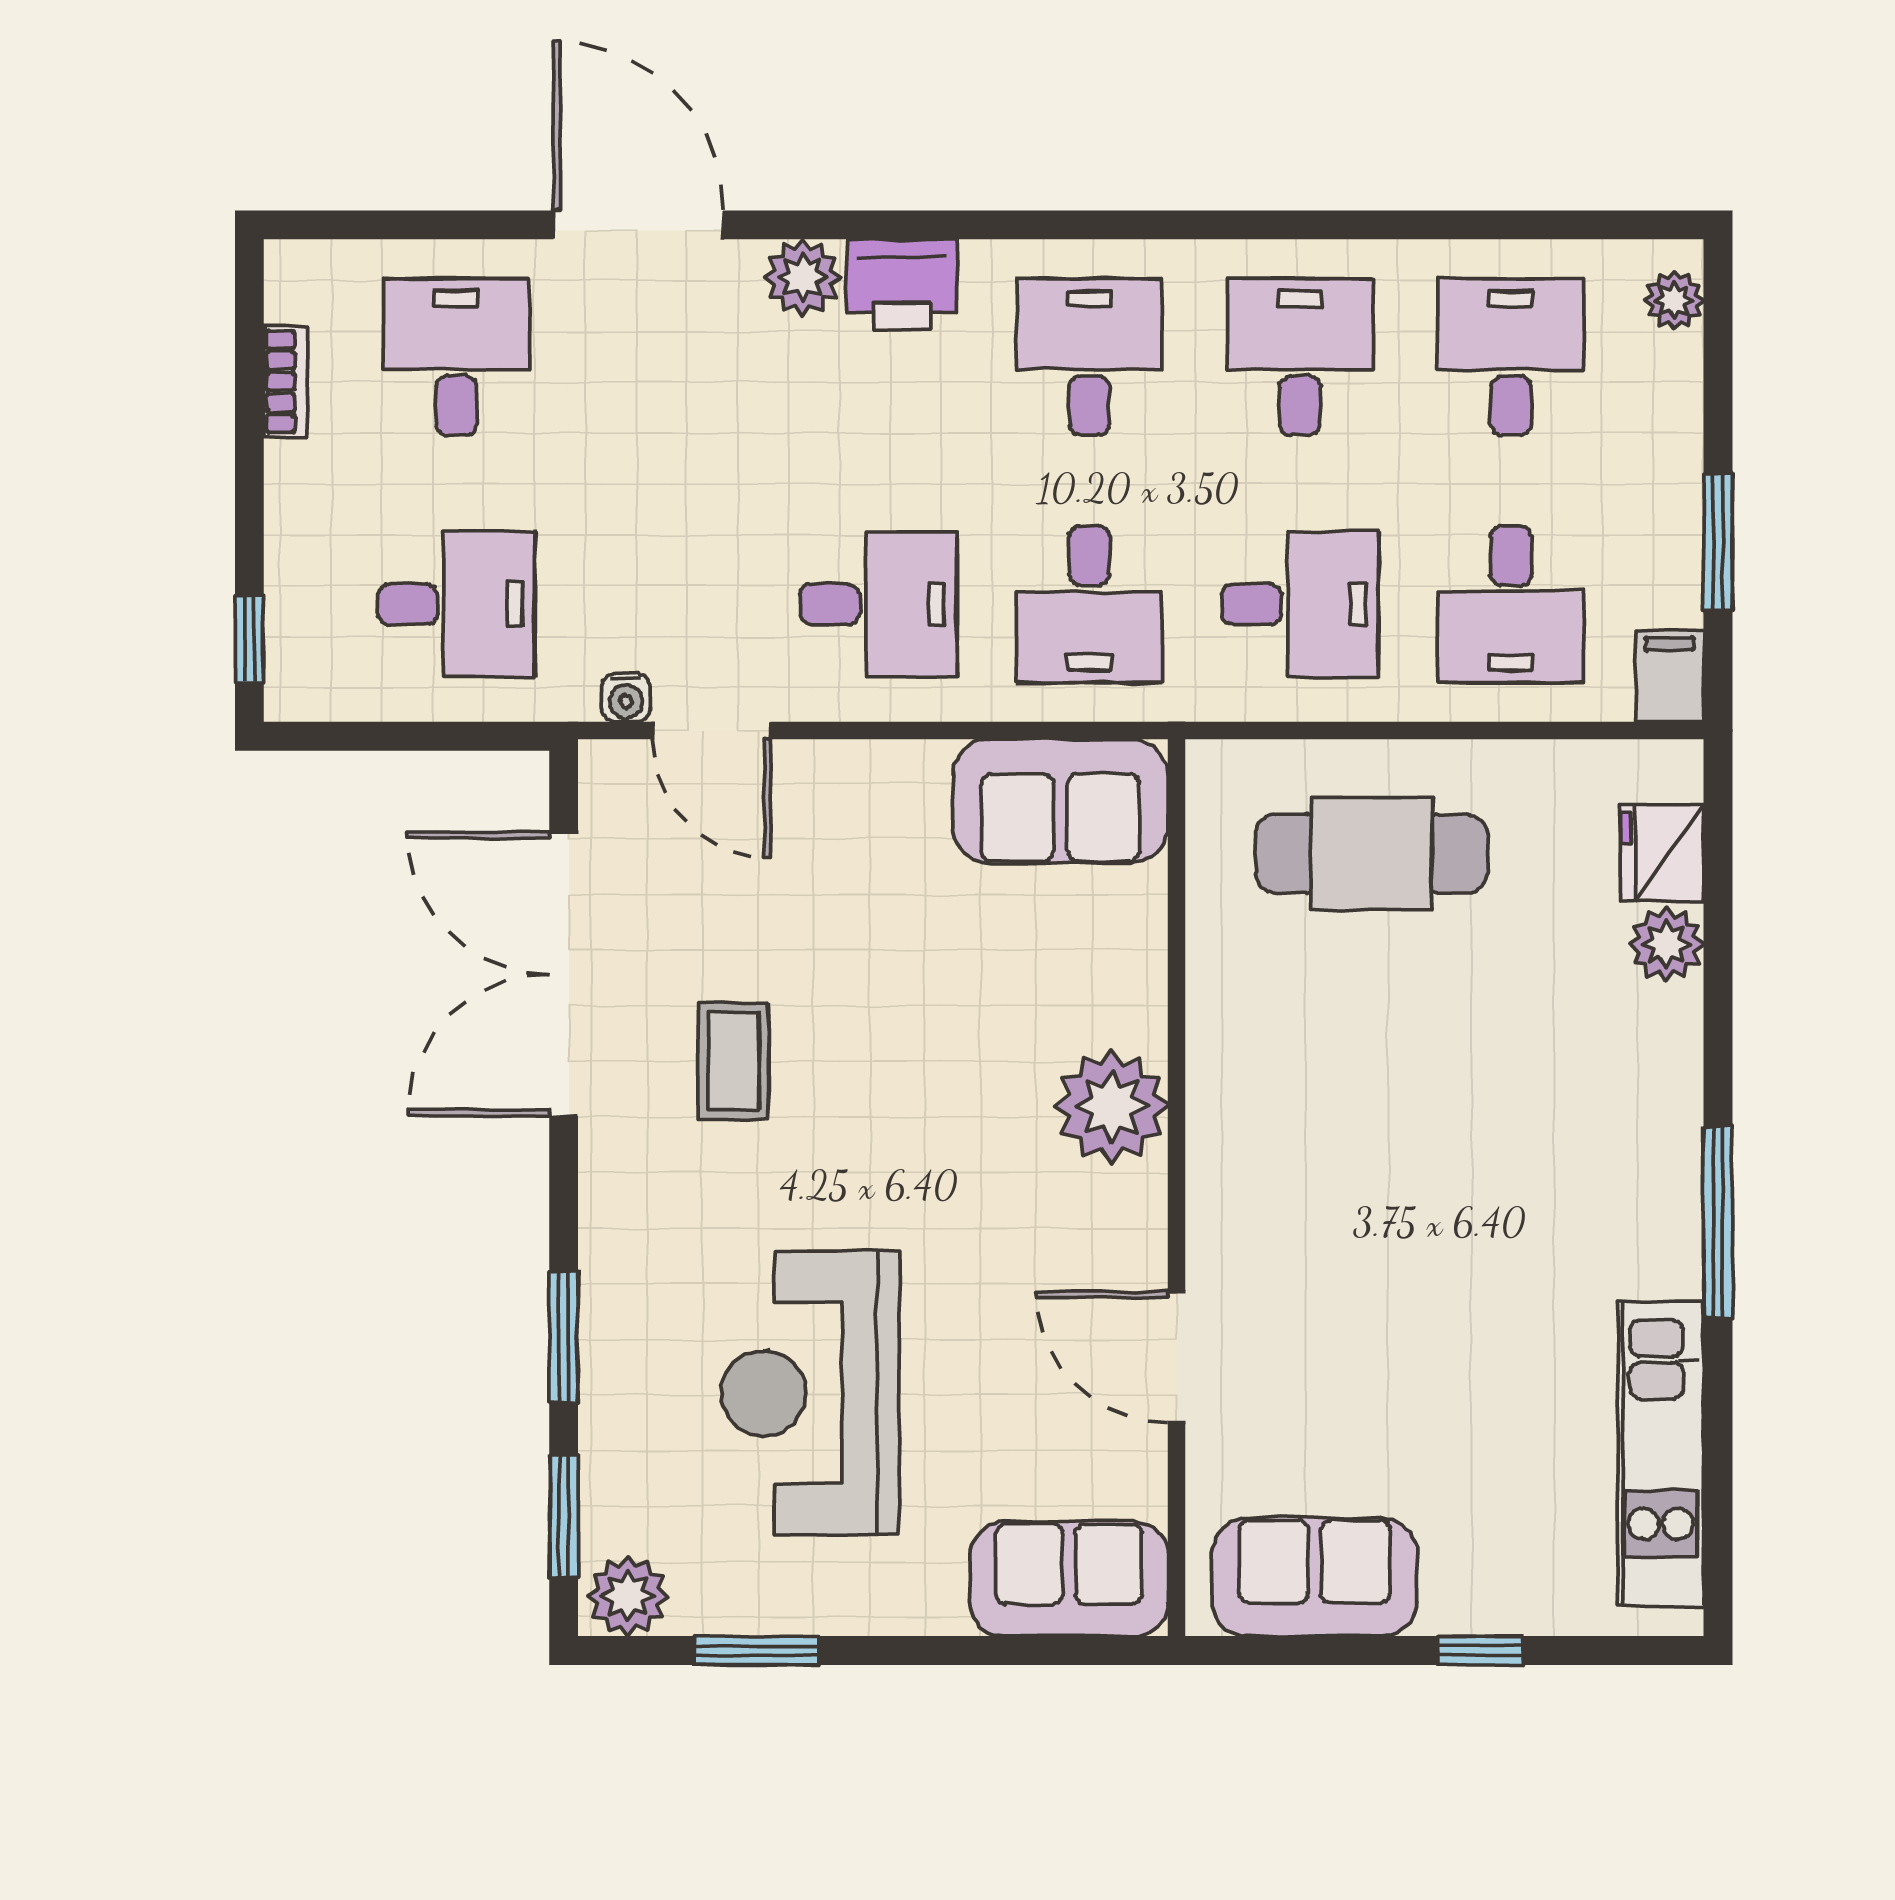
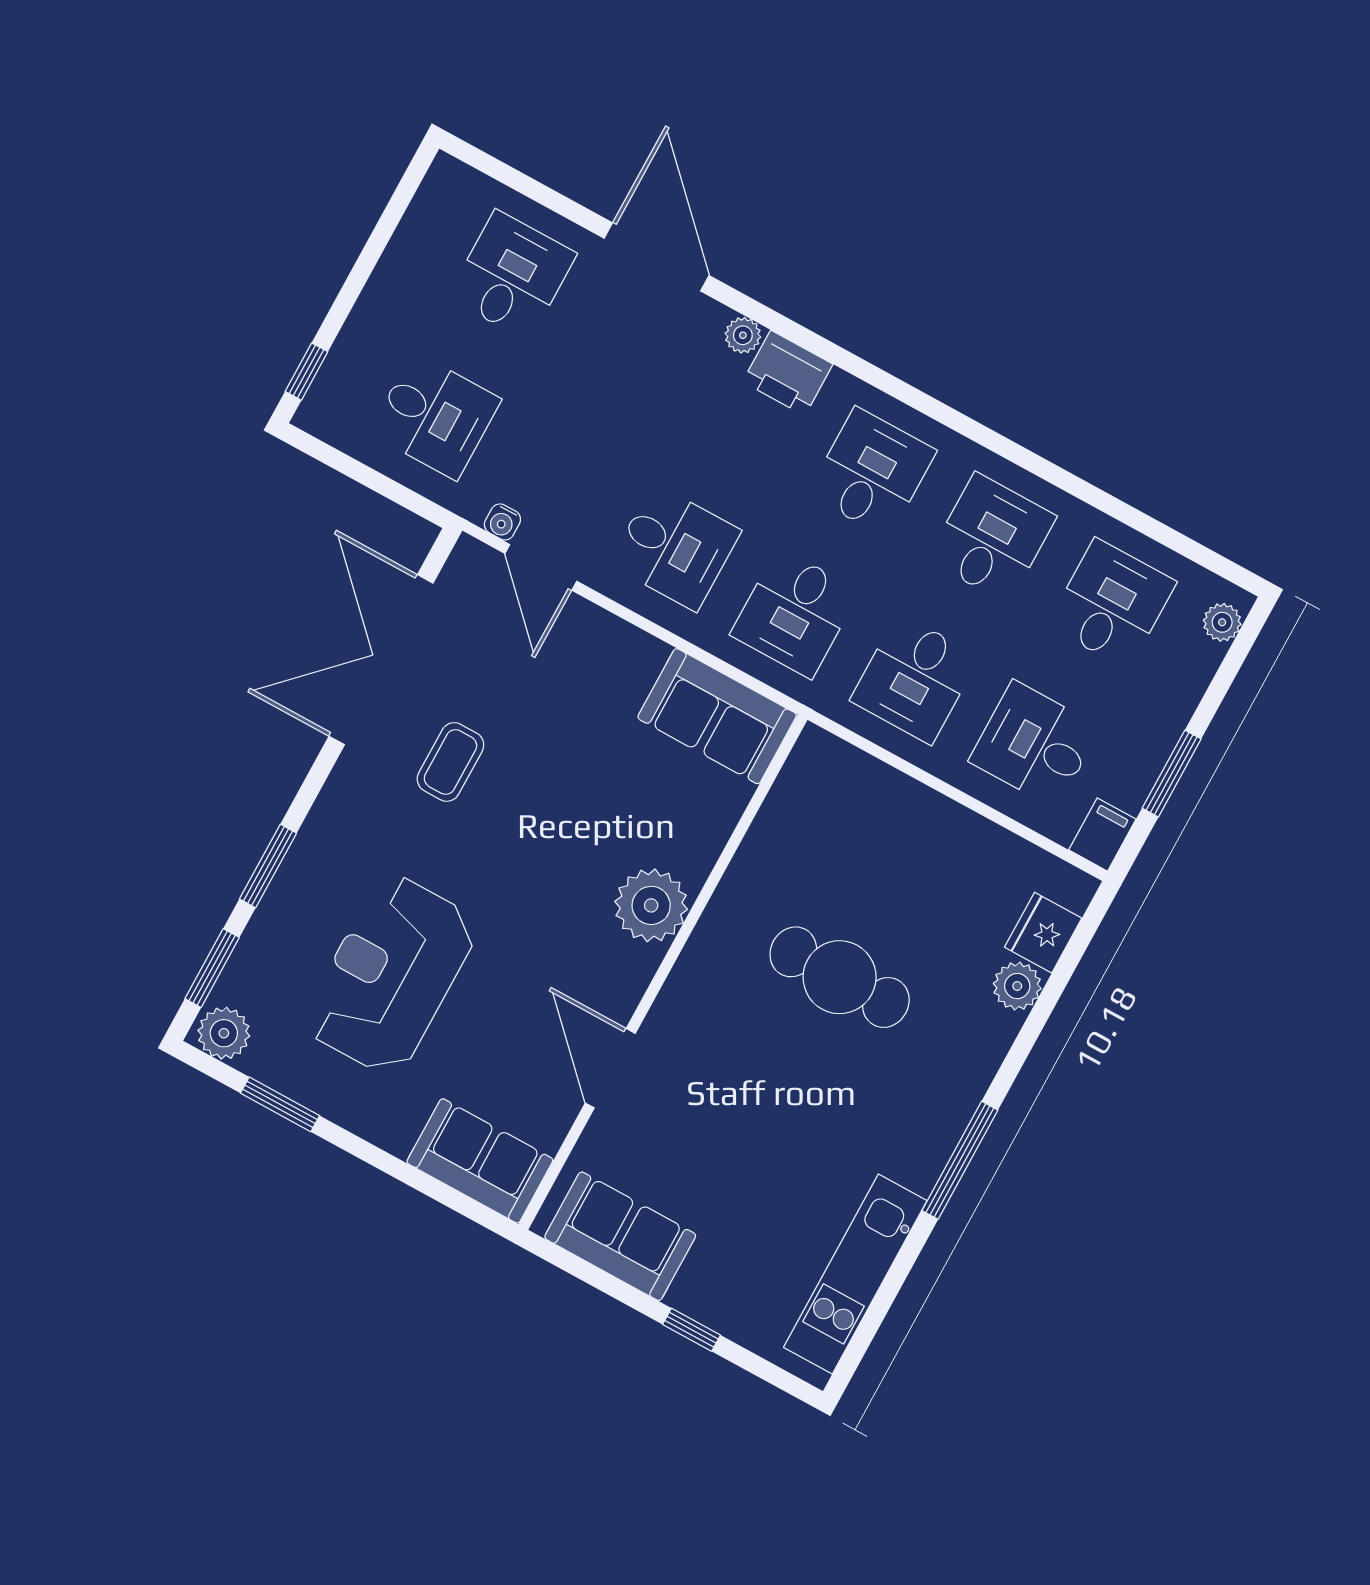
plant: (803, 277) -> (743, 335), width x0.73, depth x0.73
bookcase: (286, 382) -> (407, 236), removed
desk: (1300, 604) -> (915, 679), turned 90
desk: (1511, 604) -> (1035, 744), turned 90
cafe table: (1371, 854) -> (840, 977), moved

